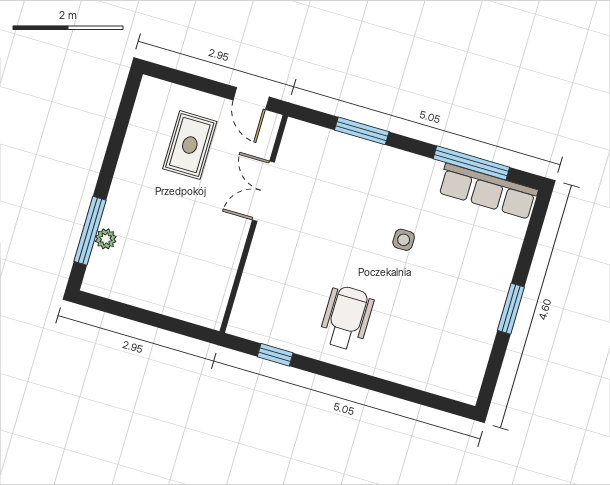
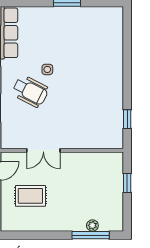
wheelchair: (346, 318) -> (30, 91), moved, turned -153
window: (163, 322) -> (127, 183), added

